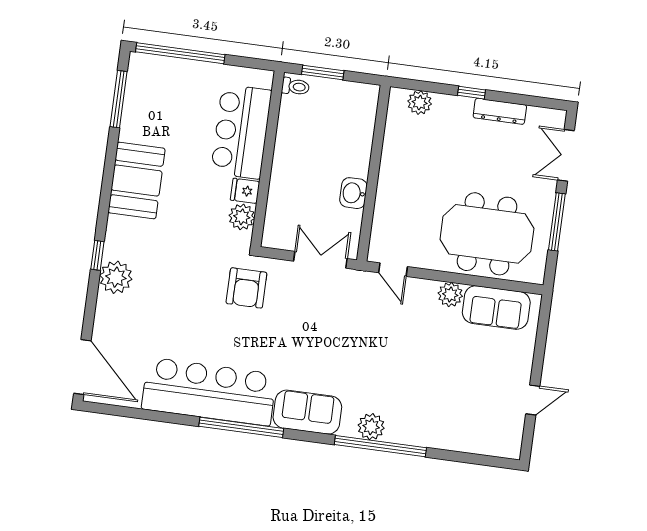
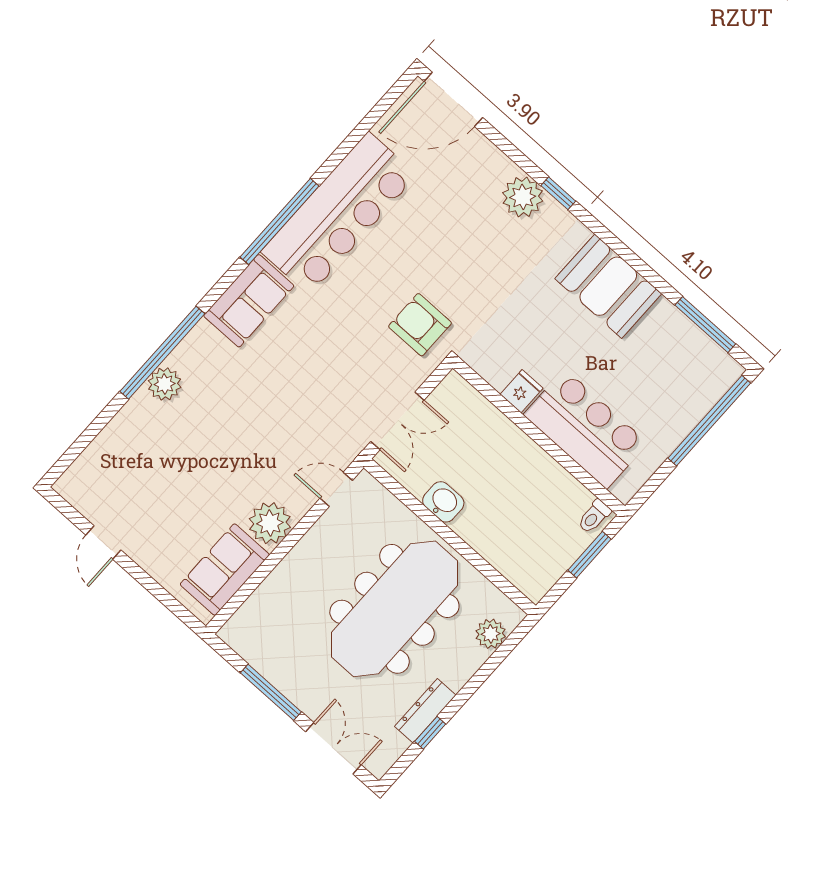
window: (471, 93) -> (430, 733), moved
plant: (242, 217) -> (497, 370), removed
meeting table: (487, 234) -> (394, 609), moved, width x1.36
plant: (450, 295) -> (270, 523), width x1.36, depth x1.36
plant: (371, 427) -> (165, 384), moved

